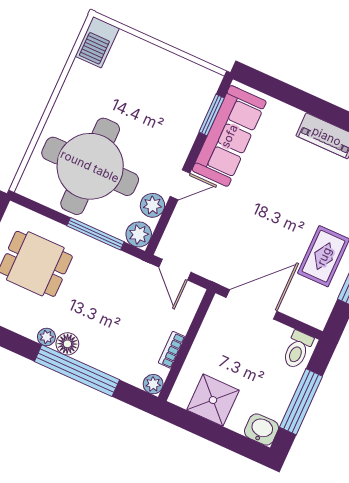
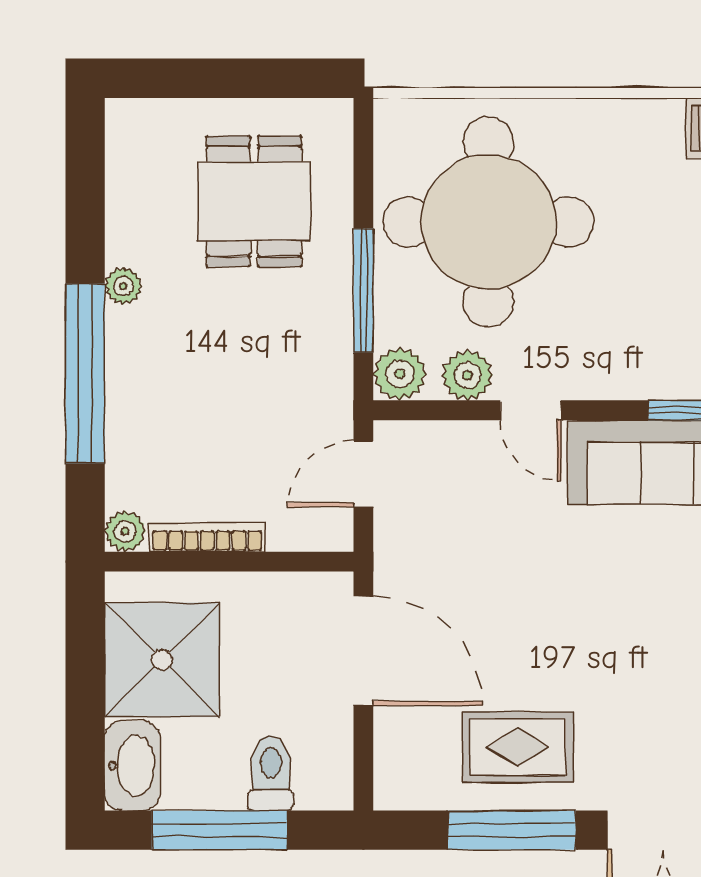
floor lamp: (67, 344) -> (128, 332), removed
bookcase: (172, 350) -> (207, 537), width x1.56
toilet: (297, 350) -> (271, 773), moved, turned 90
shower: (213, 400) -> (162, 660), width x1.37, depth x1.37
washbasin: (261, 429) -> (132, 766), width x1.38

